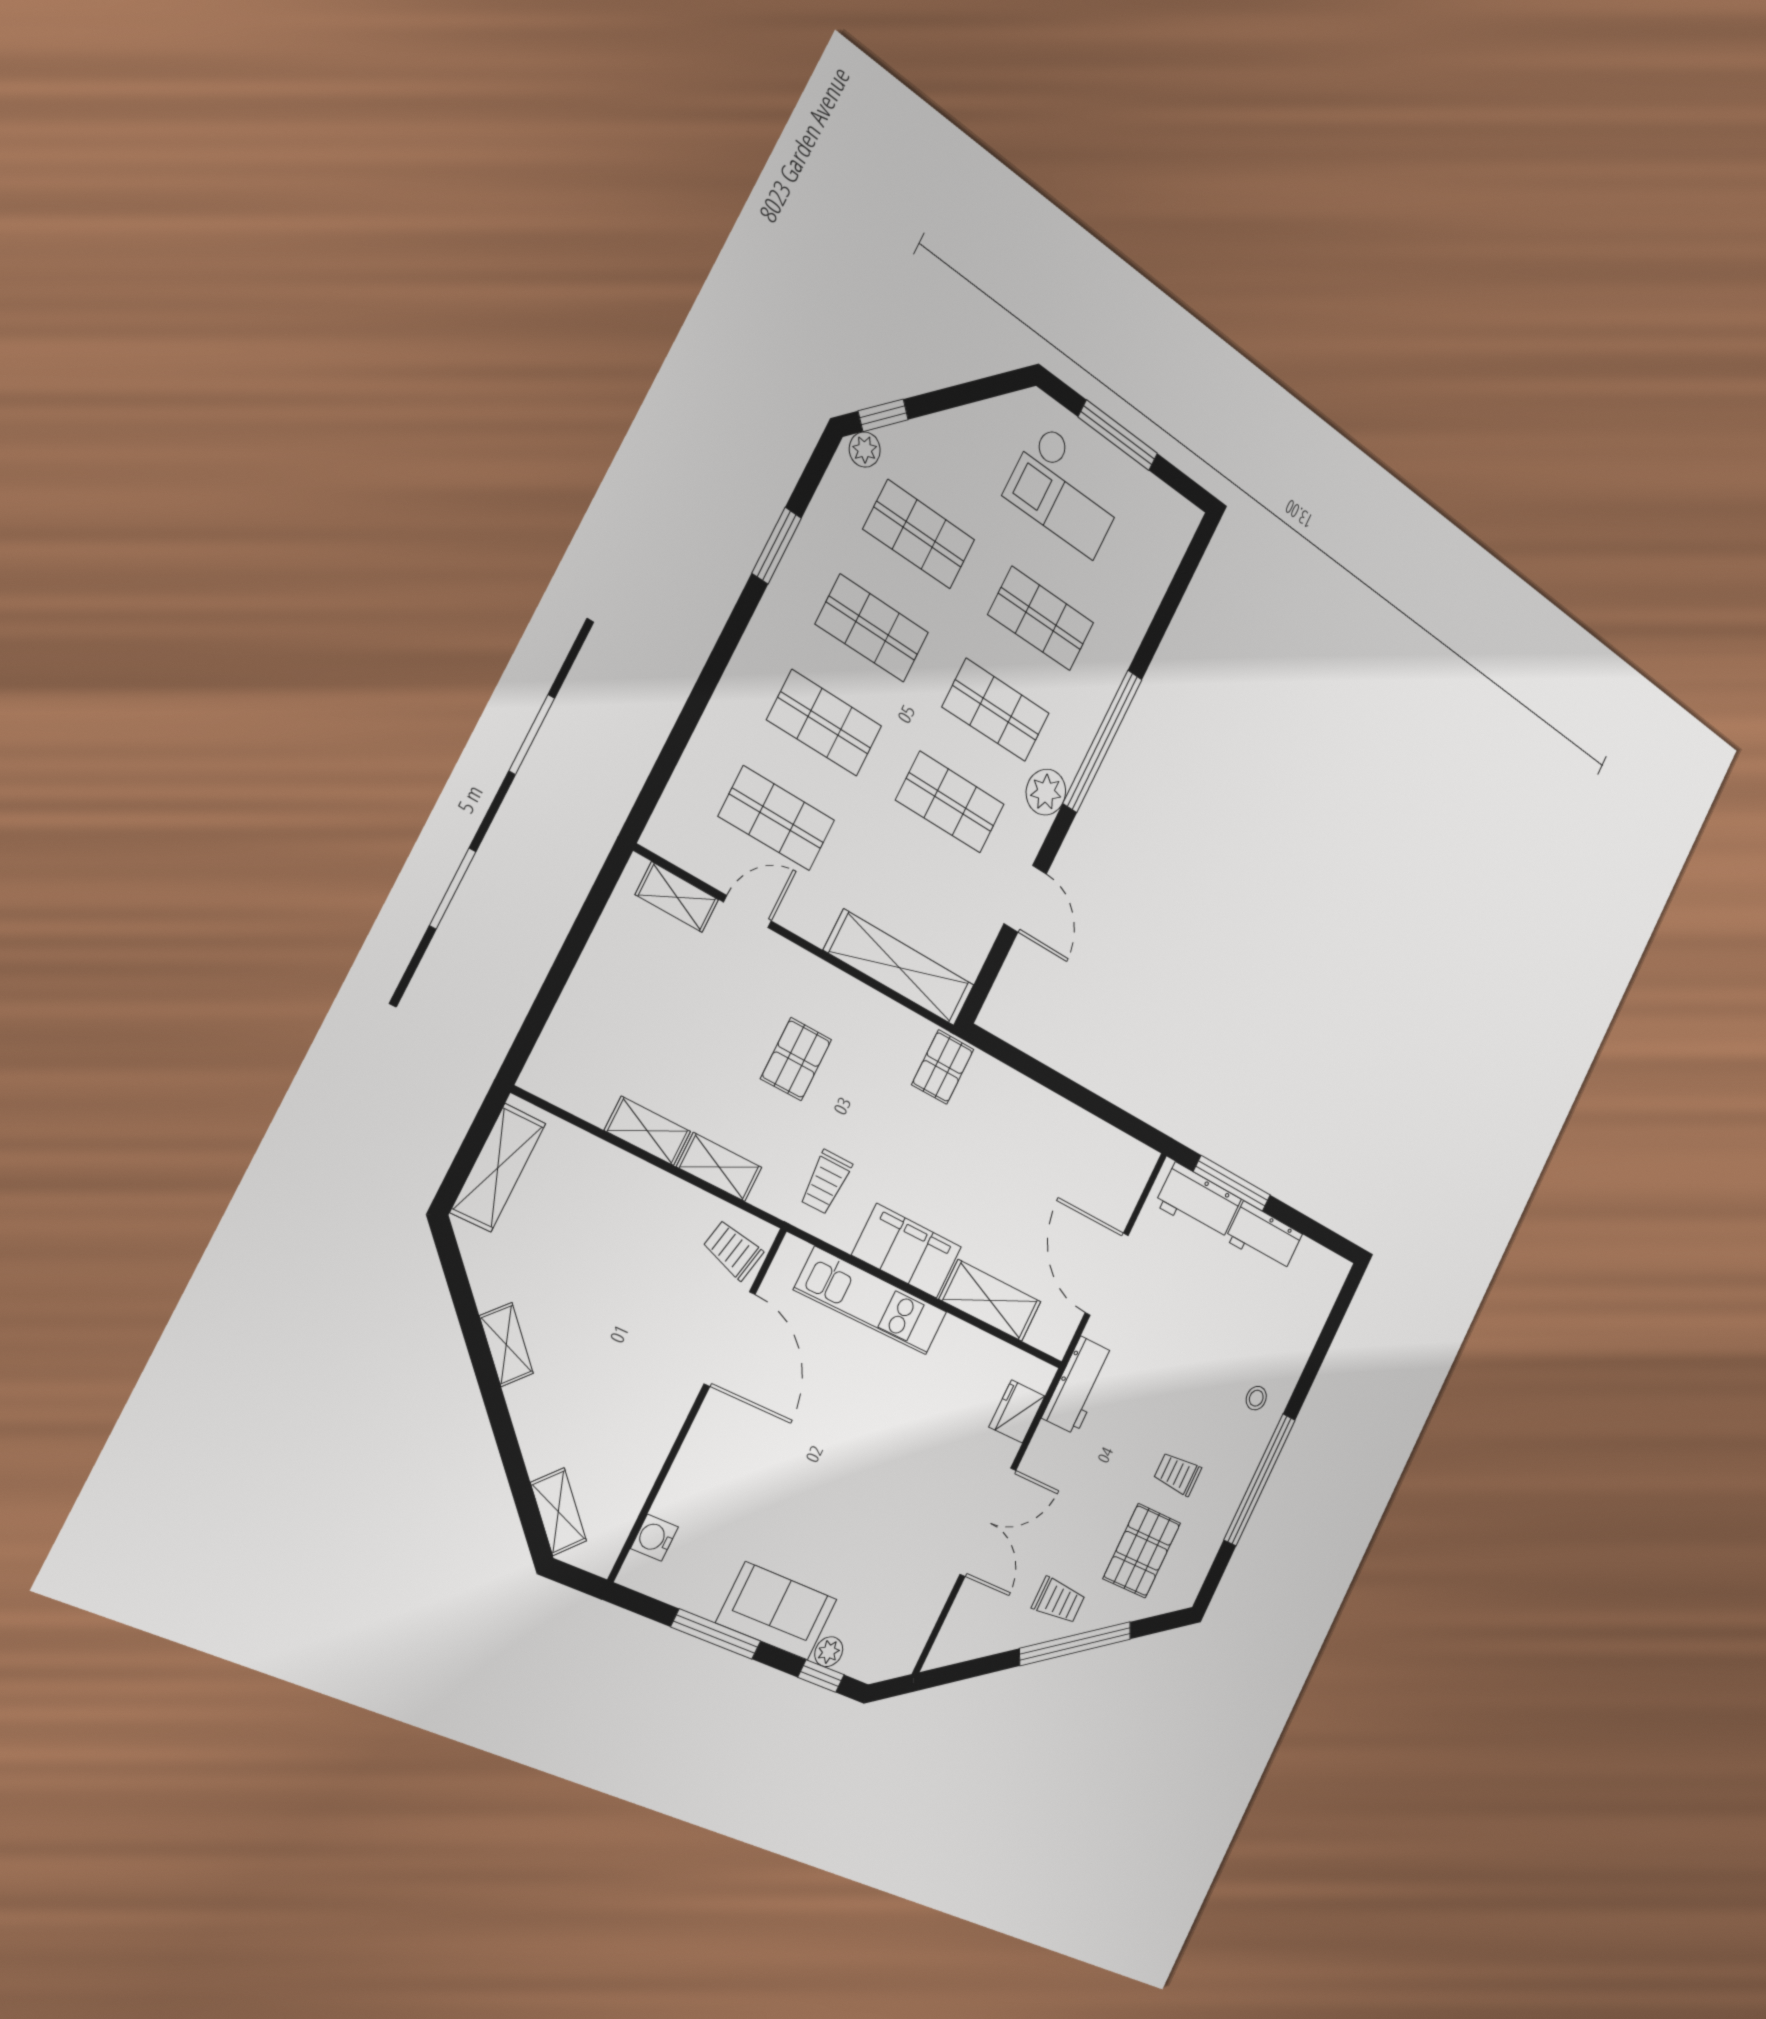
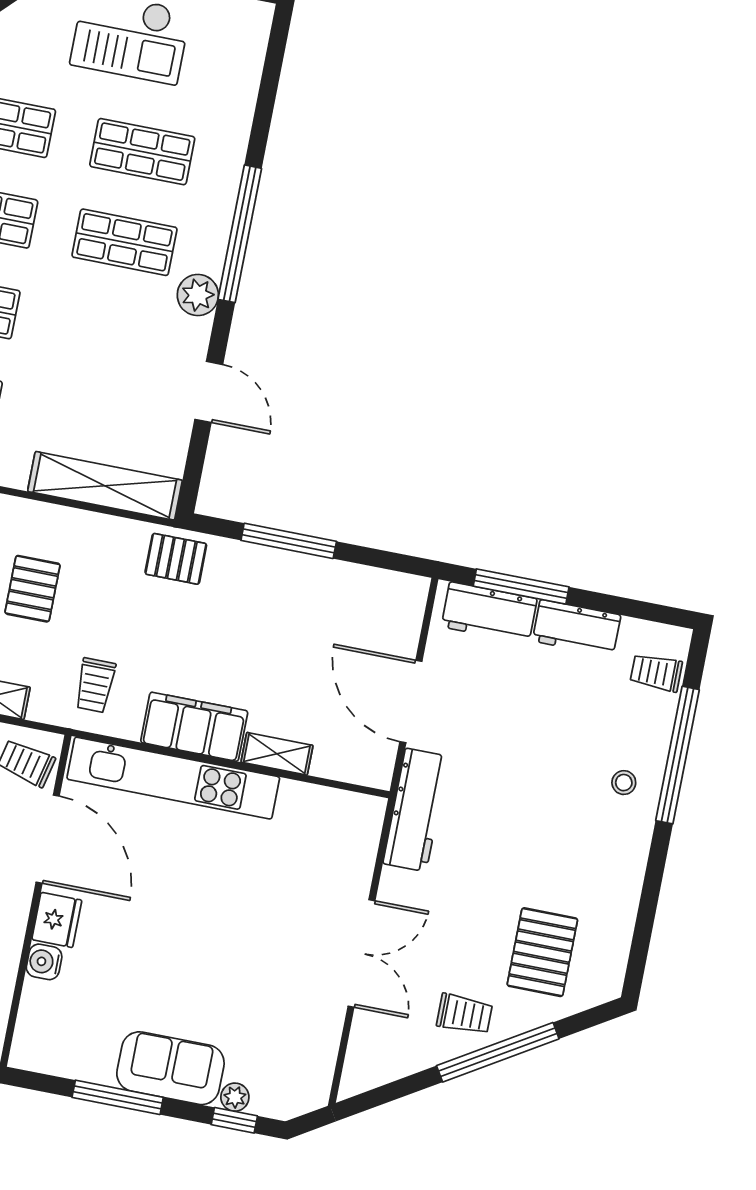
shop shelf: (950, 802) -> (107, 333), removed
pallet: (943, 1067) -> (176, 559), turned 90
window: (1050, 1079) -> (289, 541), added
kitchen unit: (871, 1301) -> (173, 778), width x1.36
shelving: (990, 1301) -> (277, 754), width x0.67, depth x0.75
workbench: (1078, 1385) -> (416, 810), width x1.38
fridge: (1017, 1412) -> (57, 920), moved, turned 180
trolley: (1178, 1474) -> (656, 673), moved
window: (1260, 1480) -> (677, 755), moved
water cooler: (654, 1538) -> (44, 962), moved

